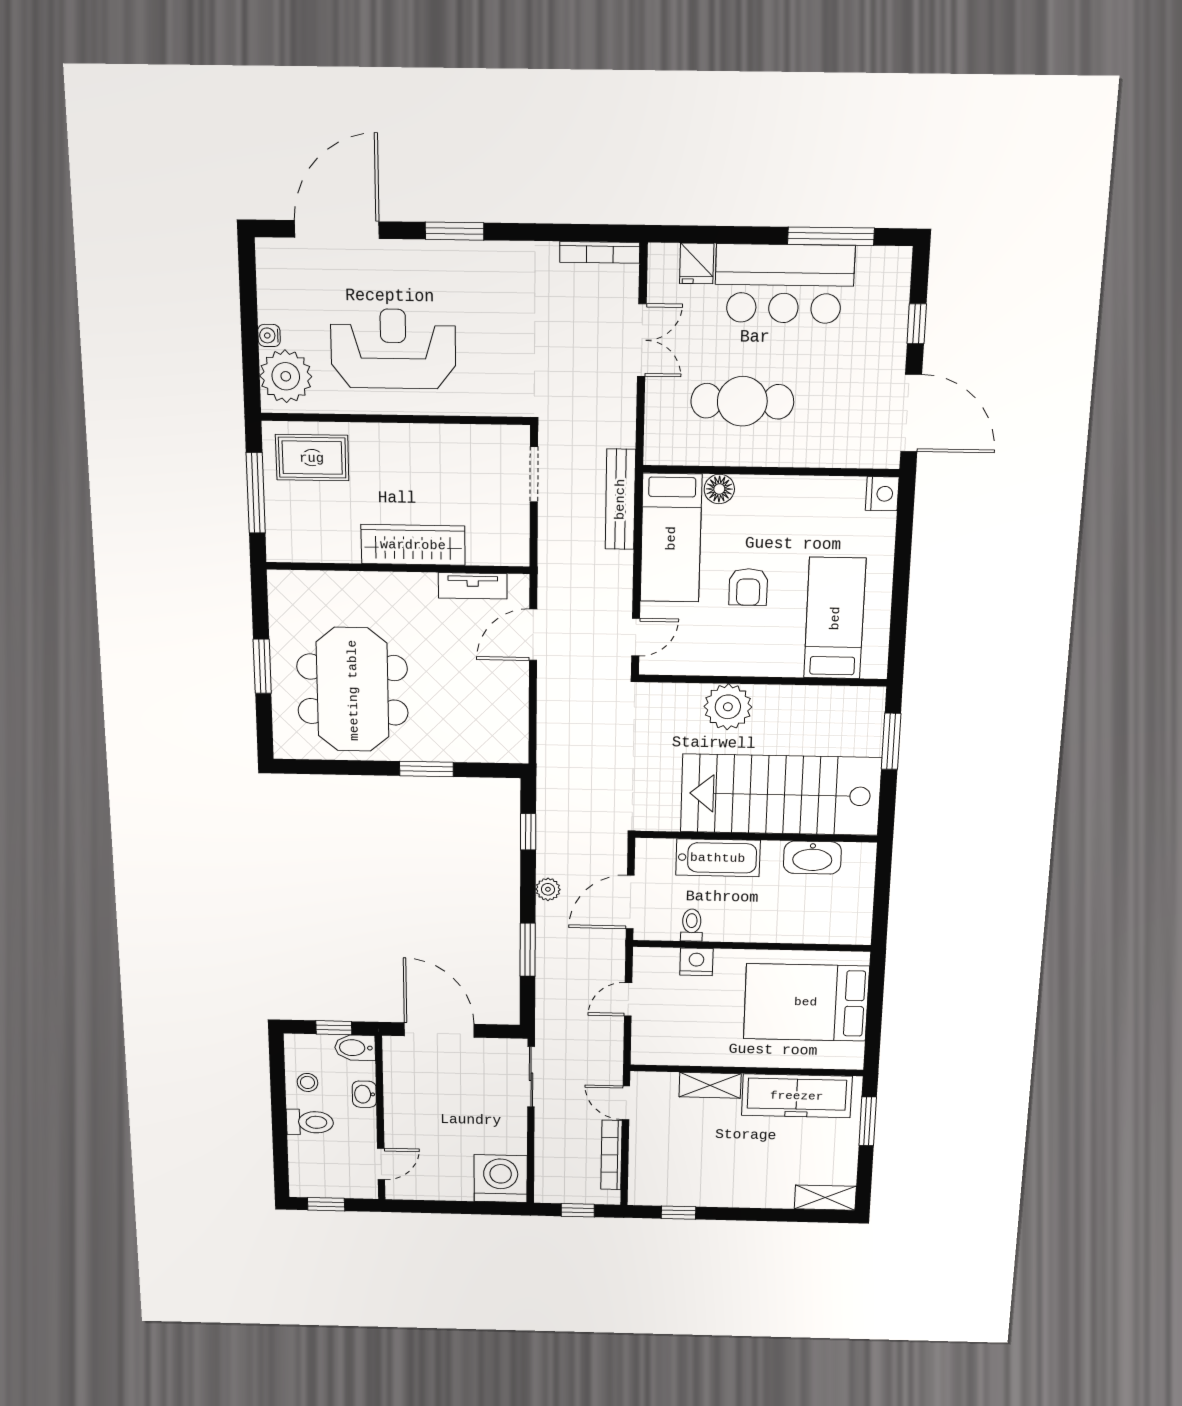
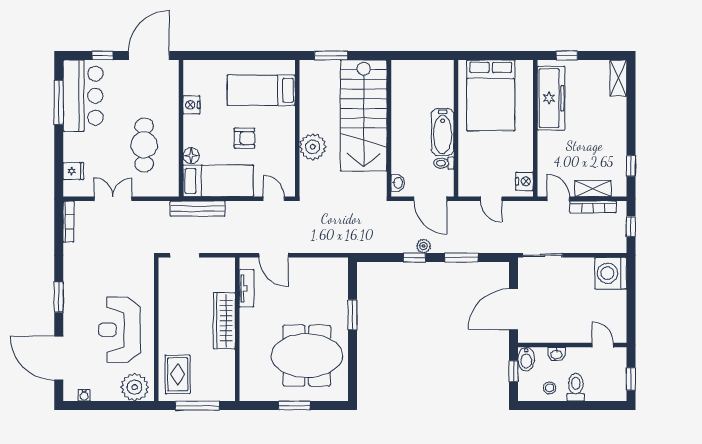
bar counter: (784, 284) -> (83, 96), moved
water cooler: (269, 335) -> (84, 395), moved
nightstand: (882, 494) -> (191, 105), moved, turned -90
window: (528, 832) -> (414, 258), moved
bathtub: (718, 858) -> (443, 132), moved, turned 180
washbasin: (812, 858) -> (398, 183), moved, width x0.52, depth x0.69
nightstand: (696, 962) -> (525, 181), moved, turned 180
shelving: (710, 1085) -> (593, 189), moved, turned 90
door: (626, 1103) -> (558, 199), swing flipped
window: (868, 1121) -> (567, 56), width x0.67

